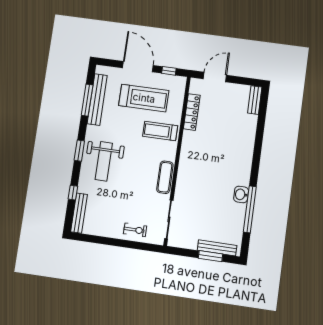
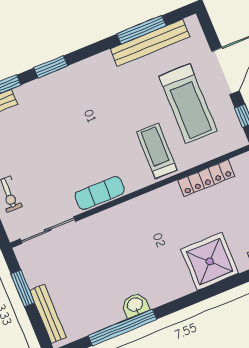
shower: (240, 137) -> (210, 261), added
window: (79, 151) -> (51, 67), moved
weight bench: (104, 161) -> (73, 100), removed
window: (210, 256) -> (23, 288), moved

